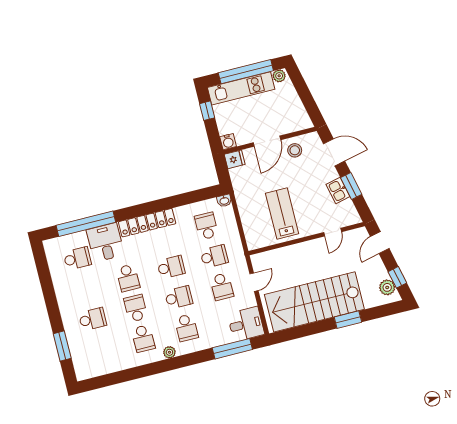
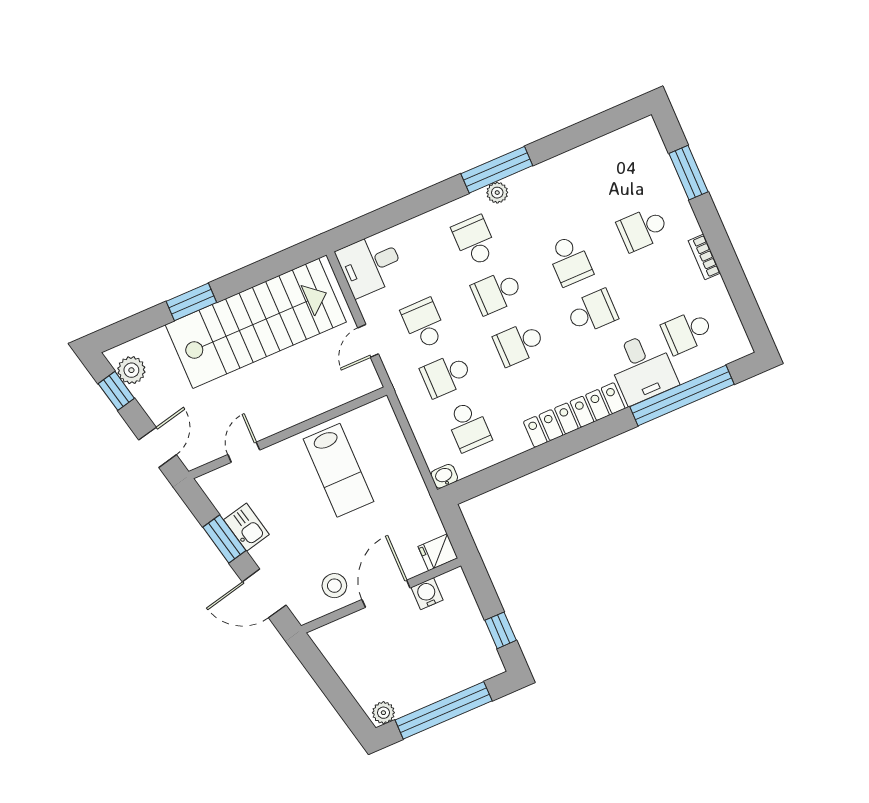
kitchen unit: (241, 88) -> (447, 680), removed
water cooler: (228, 142) -> (427, 594), moved
school desk: (128, 278) -> (592, 312), turned 90
bookcase: (61, 298) -> (704, 257), added
school desk: (143, 339) -> (548, 209), removed
window: (232, 349) -> (497, 170), moved

